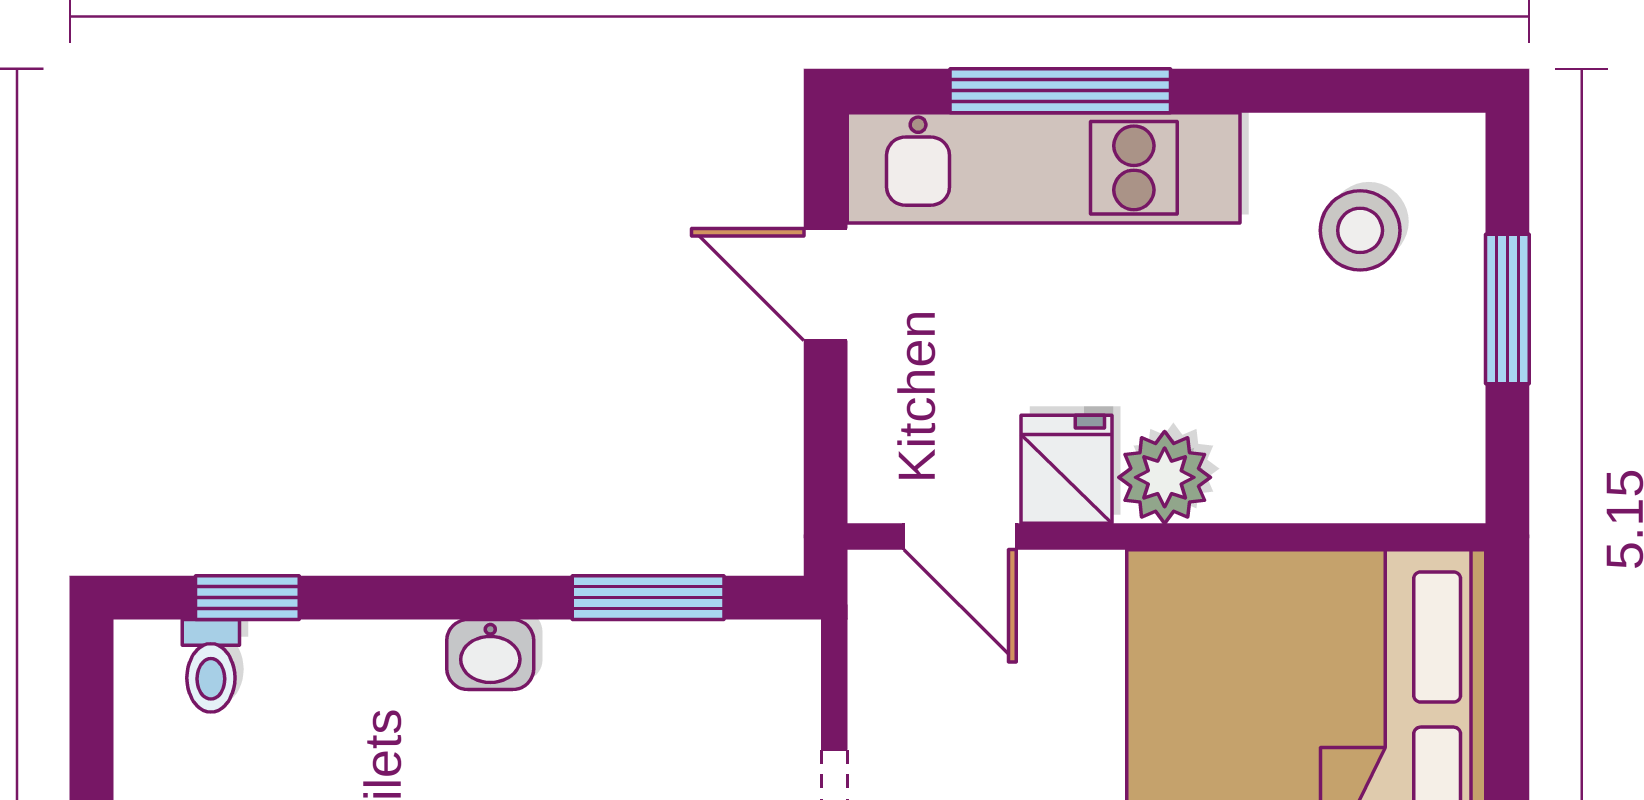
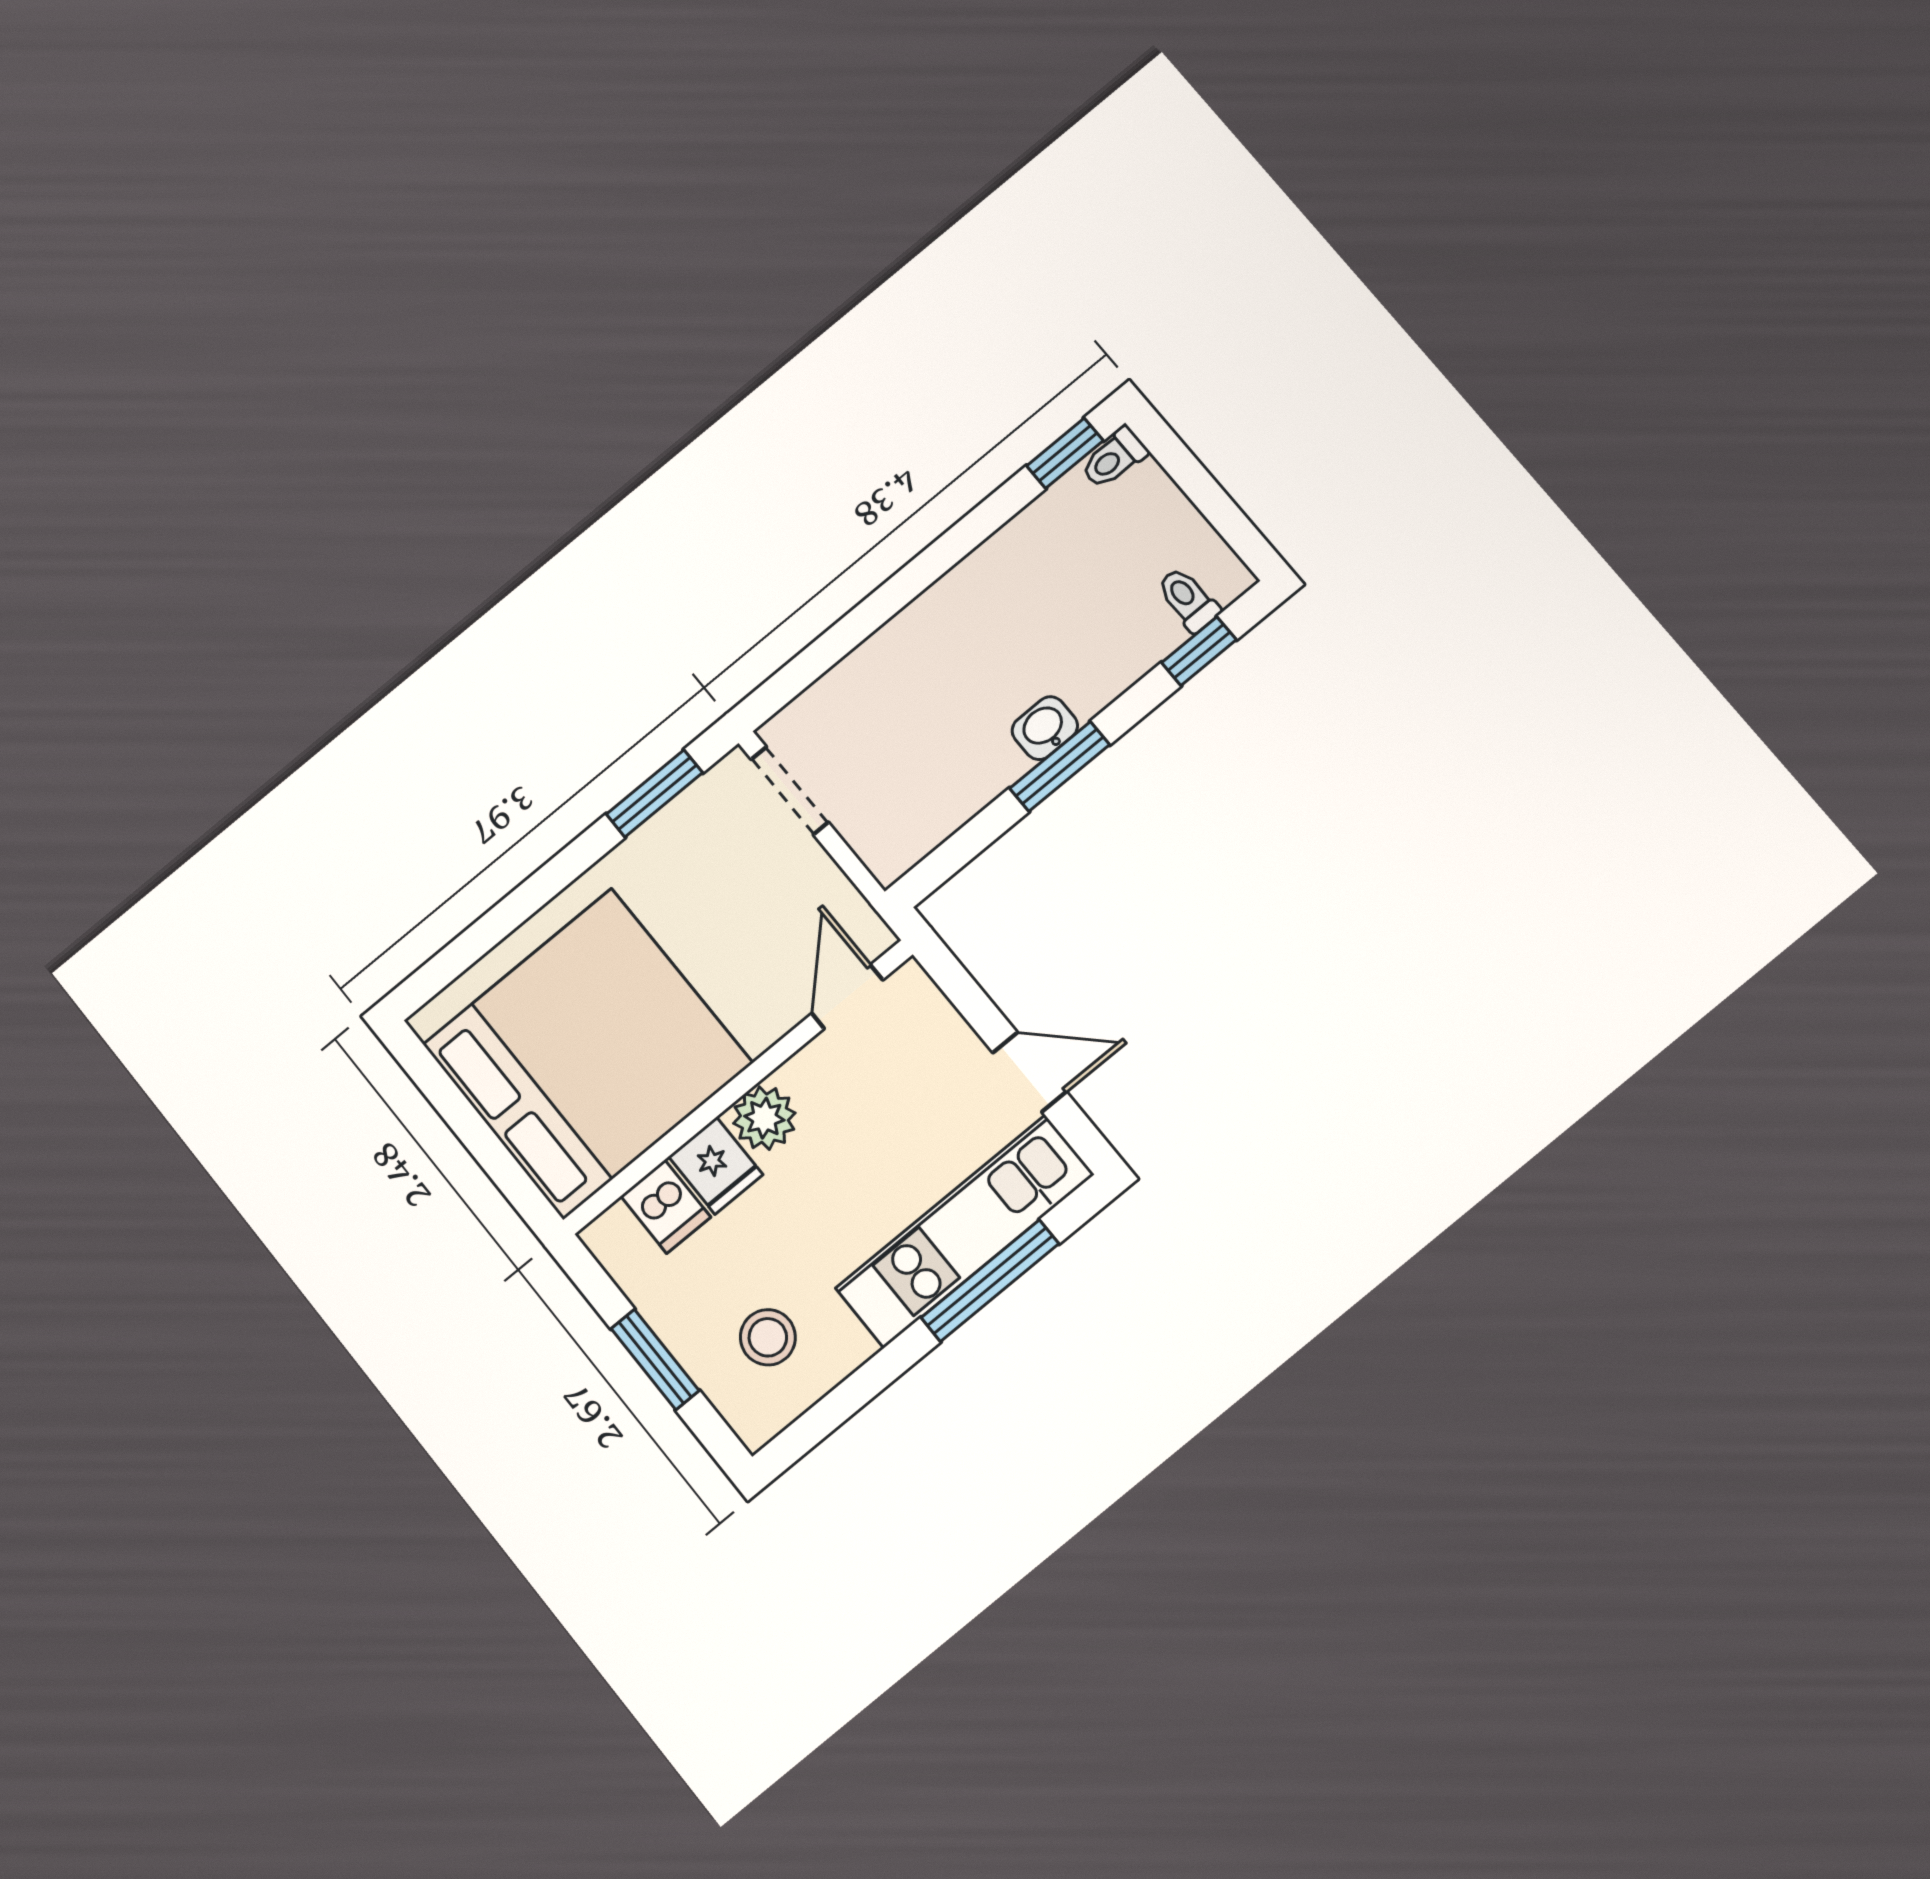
fridge: (1066, 469) -> (716, 1166), moved
dishwasher: (1357, 470) -> (666, 1207), added
door: (960, 536) -> (847, 997), hinge flipped
window: (648, 598) -> (1060, 766), moved

